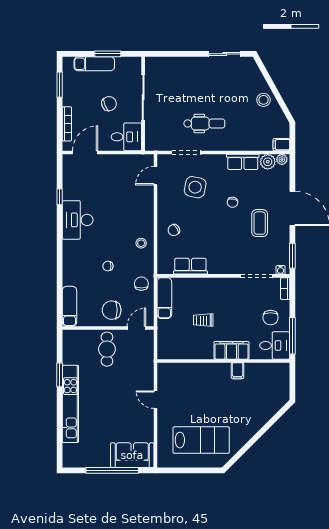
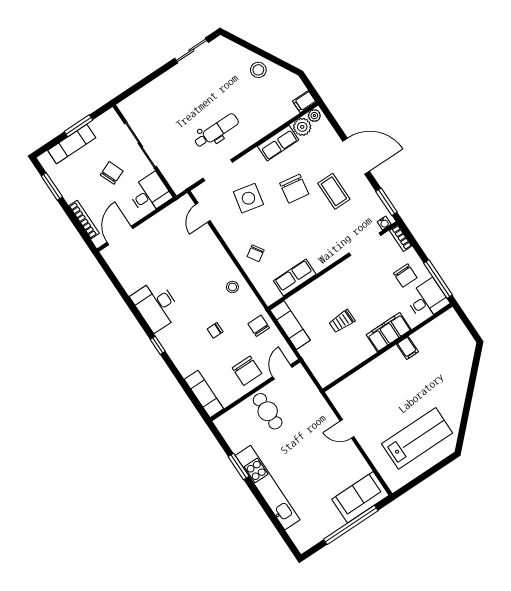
window: (60, 197) -> (158, 345), moved
chair: (233, 202) -> (294, 189), width x1.87, depth x1.87
chair: (112, 310) -> (247, 371), turned -90

